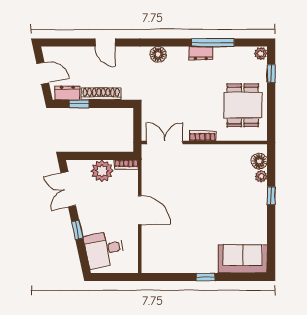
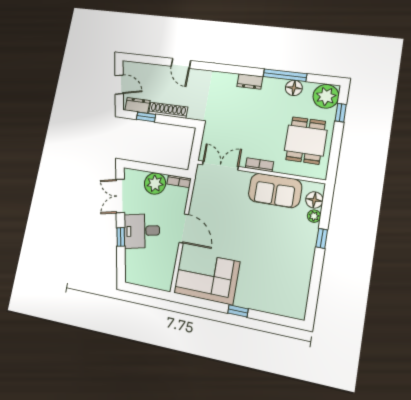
dresser: (201, 53) -> (250, 82), moved
plant: (261, 53) -> (326, 96), width x1.88, depth x1.88
floor lamp: (158, 54) -> (294, 88), moved
desk: (104, 249) -> (142, 231), moved
corner sofa: (171, 252) -> (207, 277), added
sofa: (243, 259) -> (275, 190), moved, turned 180

